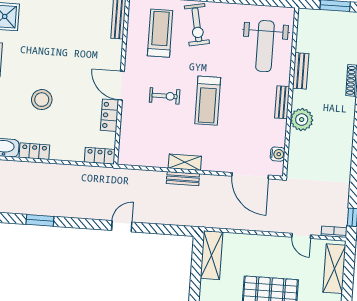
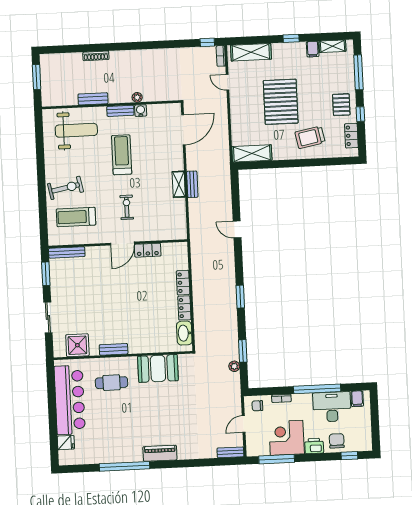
stool: (42, 100) -> (142, 307), removed
treadmill: (208, 101) -> (122, 155), moved, turned -90
plant: (302, 120) -> (137, 97), width x0.53, depth x0.53
water cooler: (278, 154) -> (141, 111), moved
locker: (100, 156) -> (183, 283), moved
door: (301, 236) -> (227, 82), swing flipped

